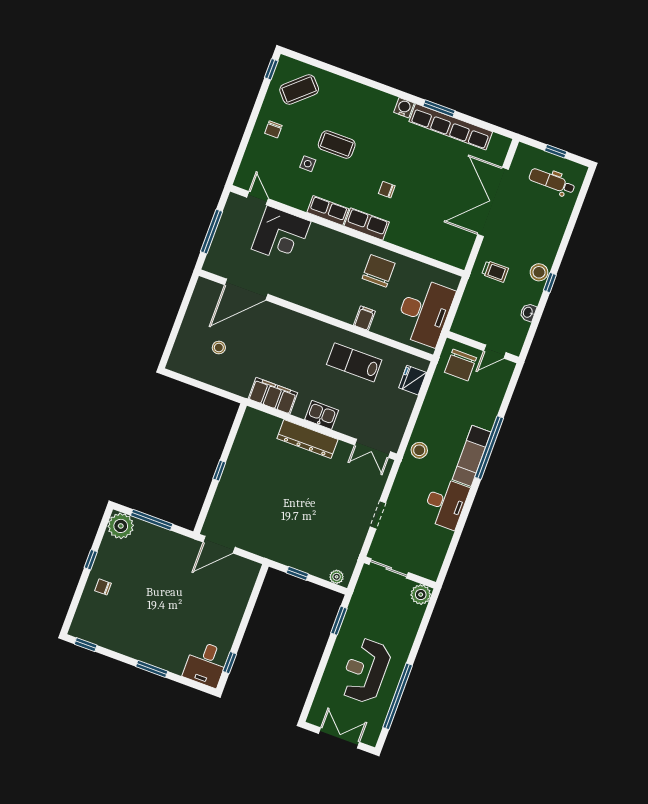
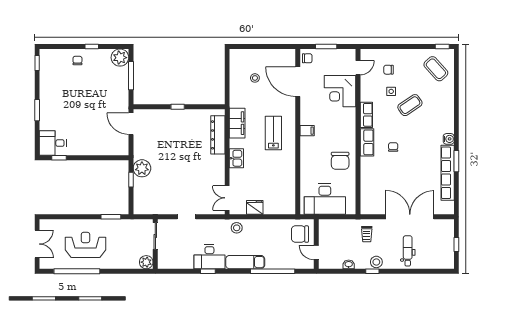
chair: (273, 129) -> (389, 70), moved
coffee table: (337, 145) -> (410, 105), turned 56
dental chair: (552, 181) -> (408, 251), moved
window: (212, 232) -> (326, 47), width x0.69
chair: (218, 264) -> (307, 58), added
chair: (379, 271) -> (340, 161), turned 90
filing cabinet: (364, 318) -> (307, 131), moved
lab bench: (354, 362) -> (273, 133), moved
fridge: (413, 380) -> (255, 207), moved
dresser: (307, 439) -> (218, 135), moved
window: (489, 448) -> (273, 271), moved
window: (465, 513) -> (208, 271), added
plant: (337, 577) -> (142, 168), moved, width x1.88, depth x1.88

